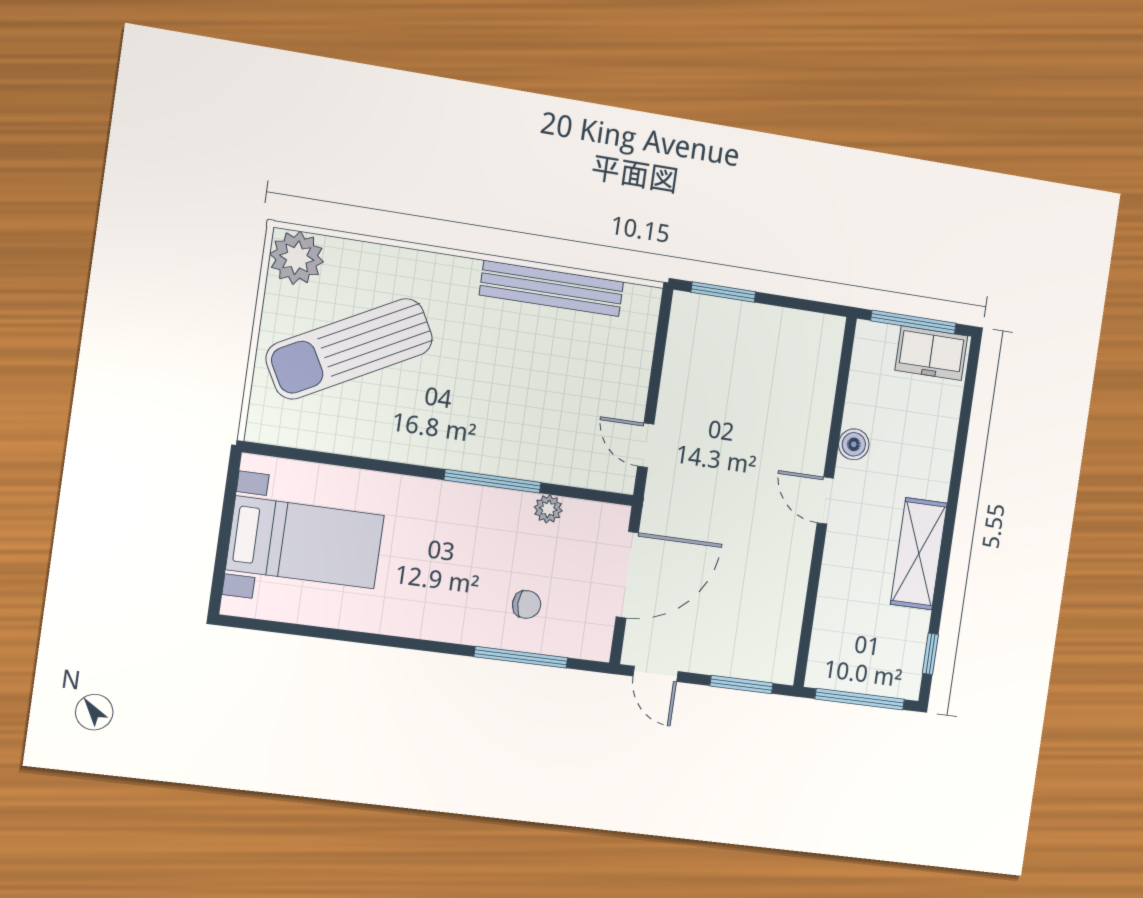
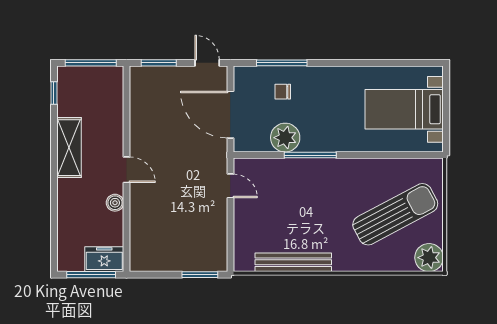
freezer: (931, 353) -> (104, 259), moved
plant: (548, 509) -> (285, 138), width x1.88, depth x1.88
door: (627, 575) -> (230, 115), hinge flipped

